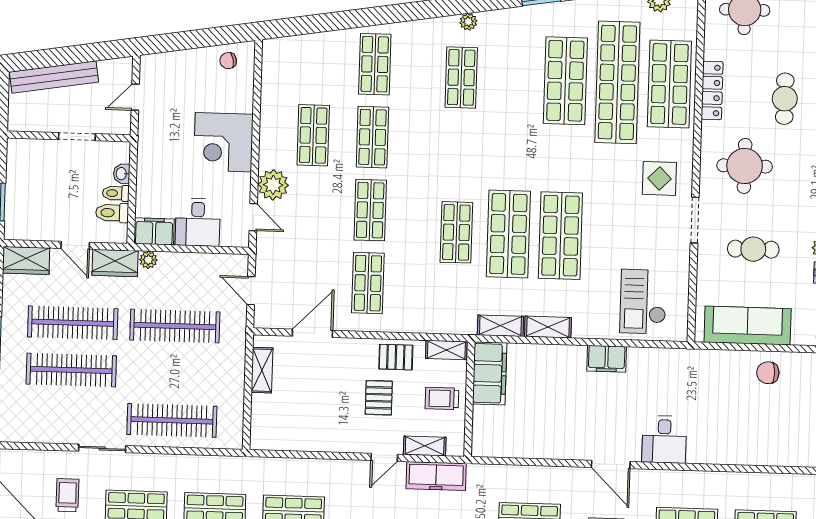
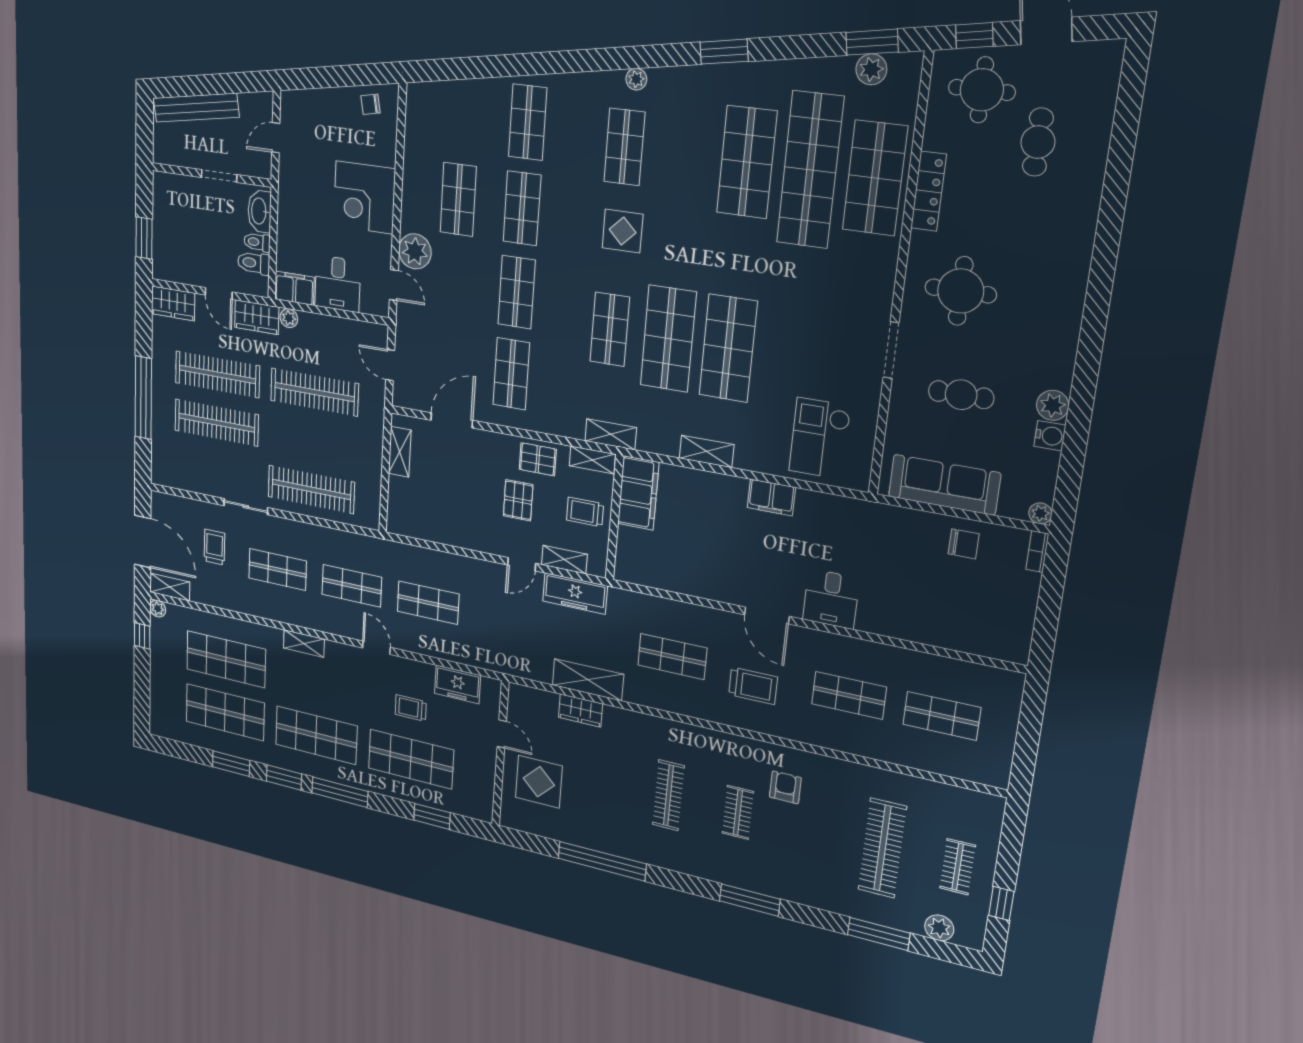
cafe table: (785, 99) -> (1038, 142), moved
washbasin: (122, 174) -> (259, 211), width x1.91, depth x1.45
display table: (659, 178) -> (623, 231), moved
shelving: (500, 326) -> (611, 434), moved
chair: (768, 373) -> (964, 544), turned 180

